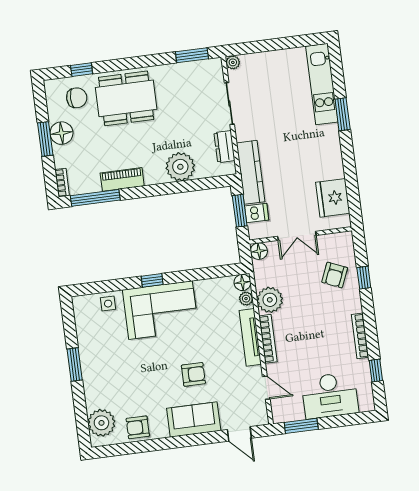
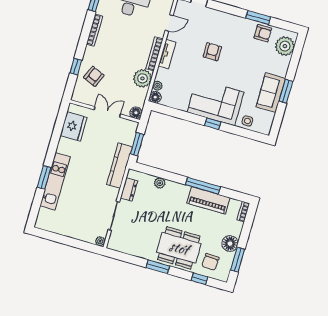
window: (192, 55) -> (158, 267), moved
kitchen unit: (322, 84) -> (55, 181), moved
chair: (77, 98) -> (210, 262), turned -86
window: (45, 139) -> (238, 260), moved
plant: (180, 167) -> (160, 183), width x0.53, depth x0.53
piano: (122, 179) -> (208, 200), width x1.37, depth x1.33
window: (95, 198) -> (203, 186), moved
dishwasher: (257, 213) -> (127, 138), removed
tv unit: (250, 337) -> (167, 54), width x0.71
armchair: (193, 374) -> (212, 52), turned 90
door: (266, 388) -> (169, 23), swing flipped
sofa: (194, 420) -> (271, 93), moved, turned 90
window: (153, 445) -> (258, 18), added

